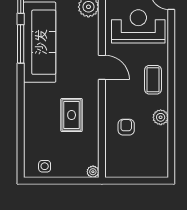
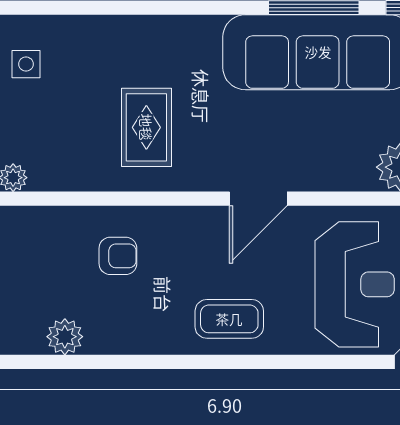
rug: (72, 115) -> (146, 127), turned 90
plant: (161, 117) -> (65, 337), moved

